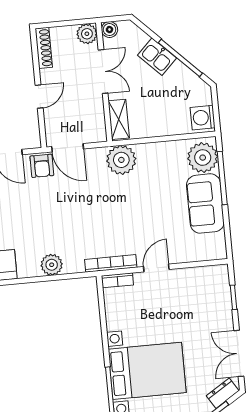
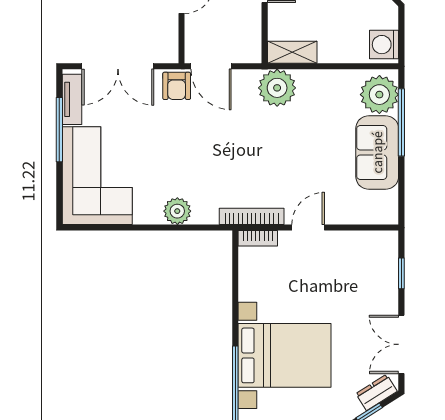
shelving: (119, 119) -> (292, 52), moved, turned 90

